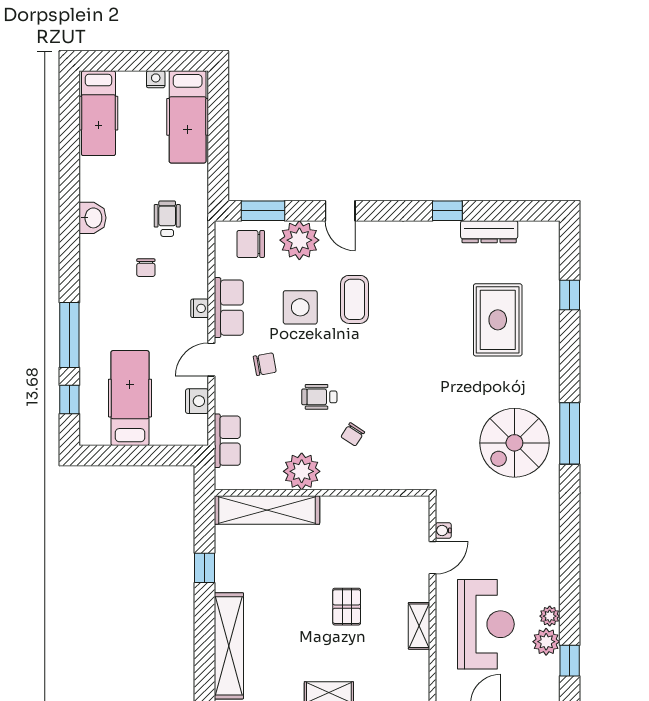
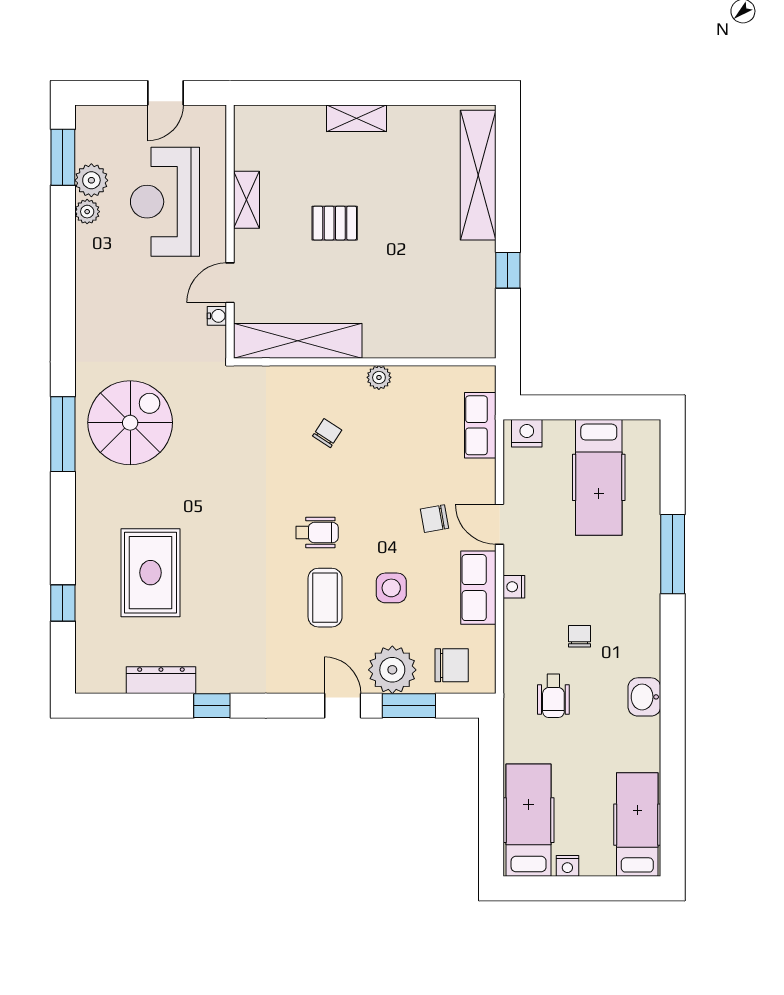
window: (263, 211) -> (409, 706), moved
side table: (300, 307) -> (391, 588), width x0.73, depth x0.73
door: (211, 360) -> (500, 524), swing flipped
wheelchair: (319, 397) -> (317, 533), moved
window: (69, 400) -> (673, 475), removed
nightstand: (197, 401) -> (527, 433), moved, turned 90
plant: (302, 471) -> (379, 377), width x0.53, depth x0.53
shelving: (267, 510) -> (298, 341), moved
pallet: (347, 607) -> (335, 223), turned 90
window: (570, 661) -> (63, 157), width x1.50

